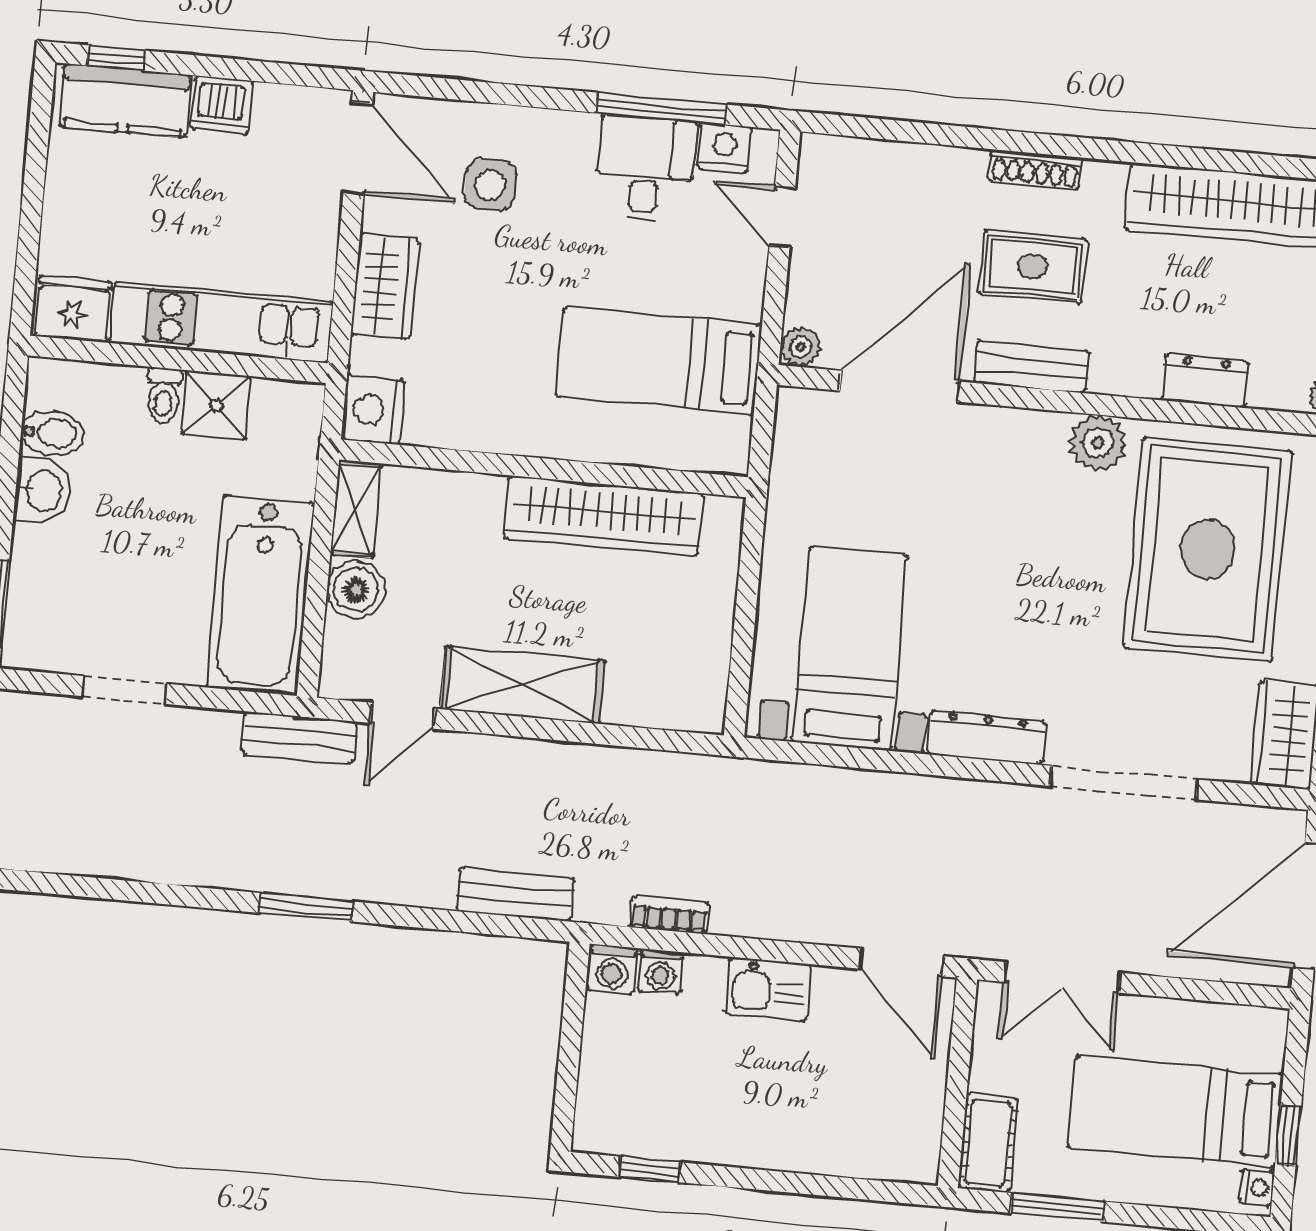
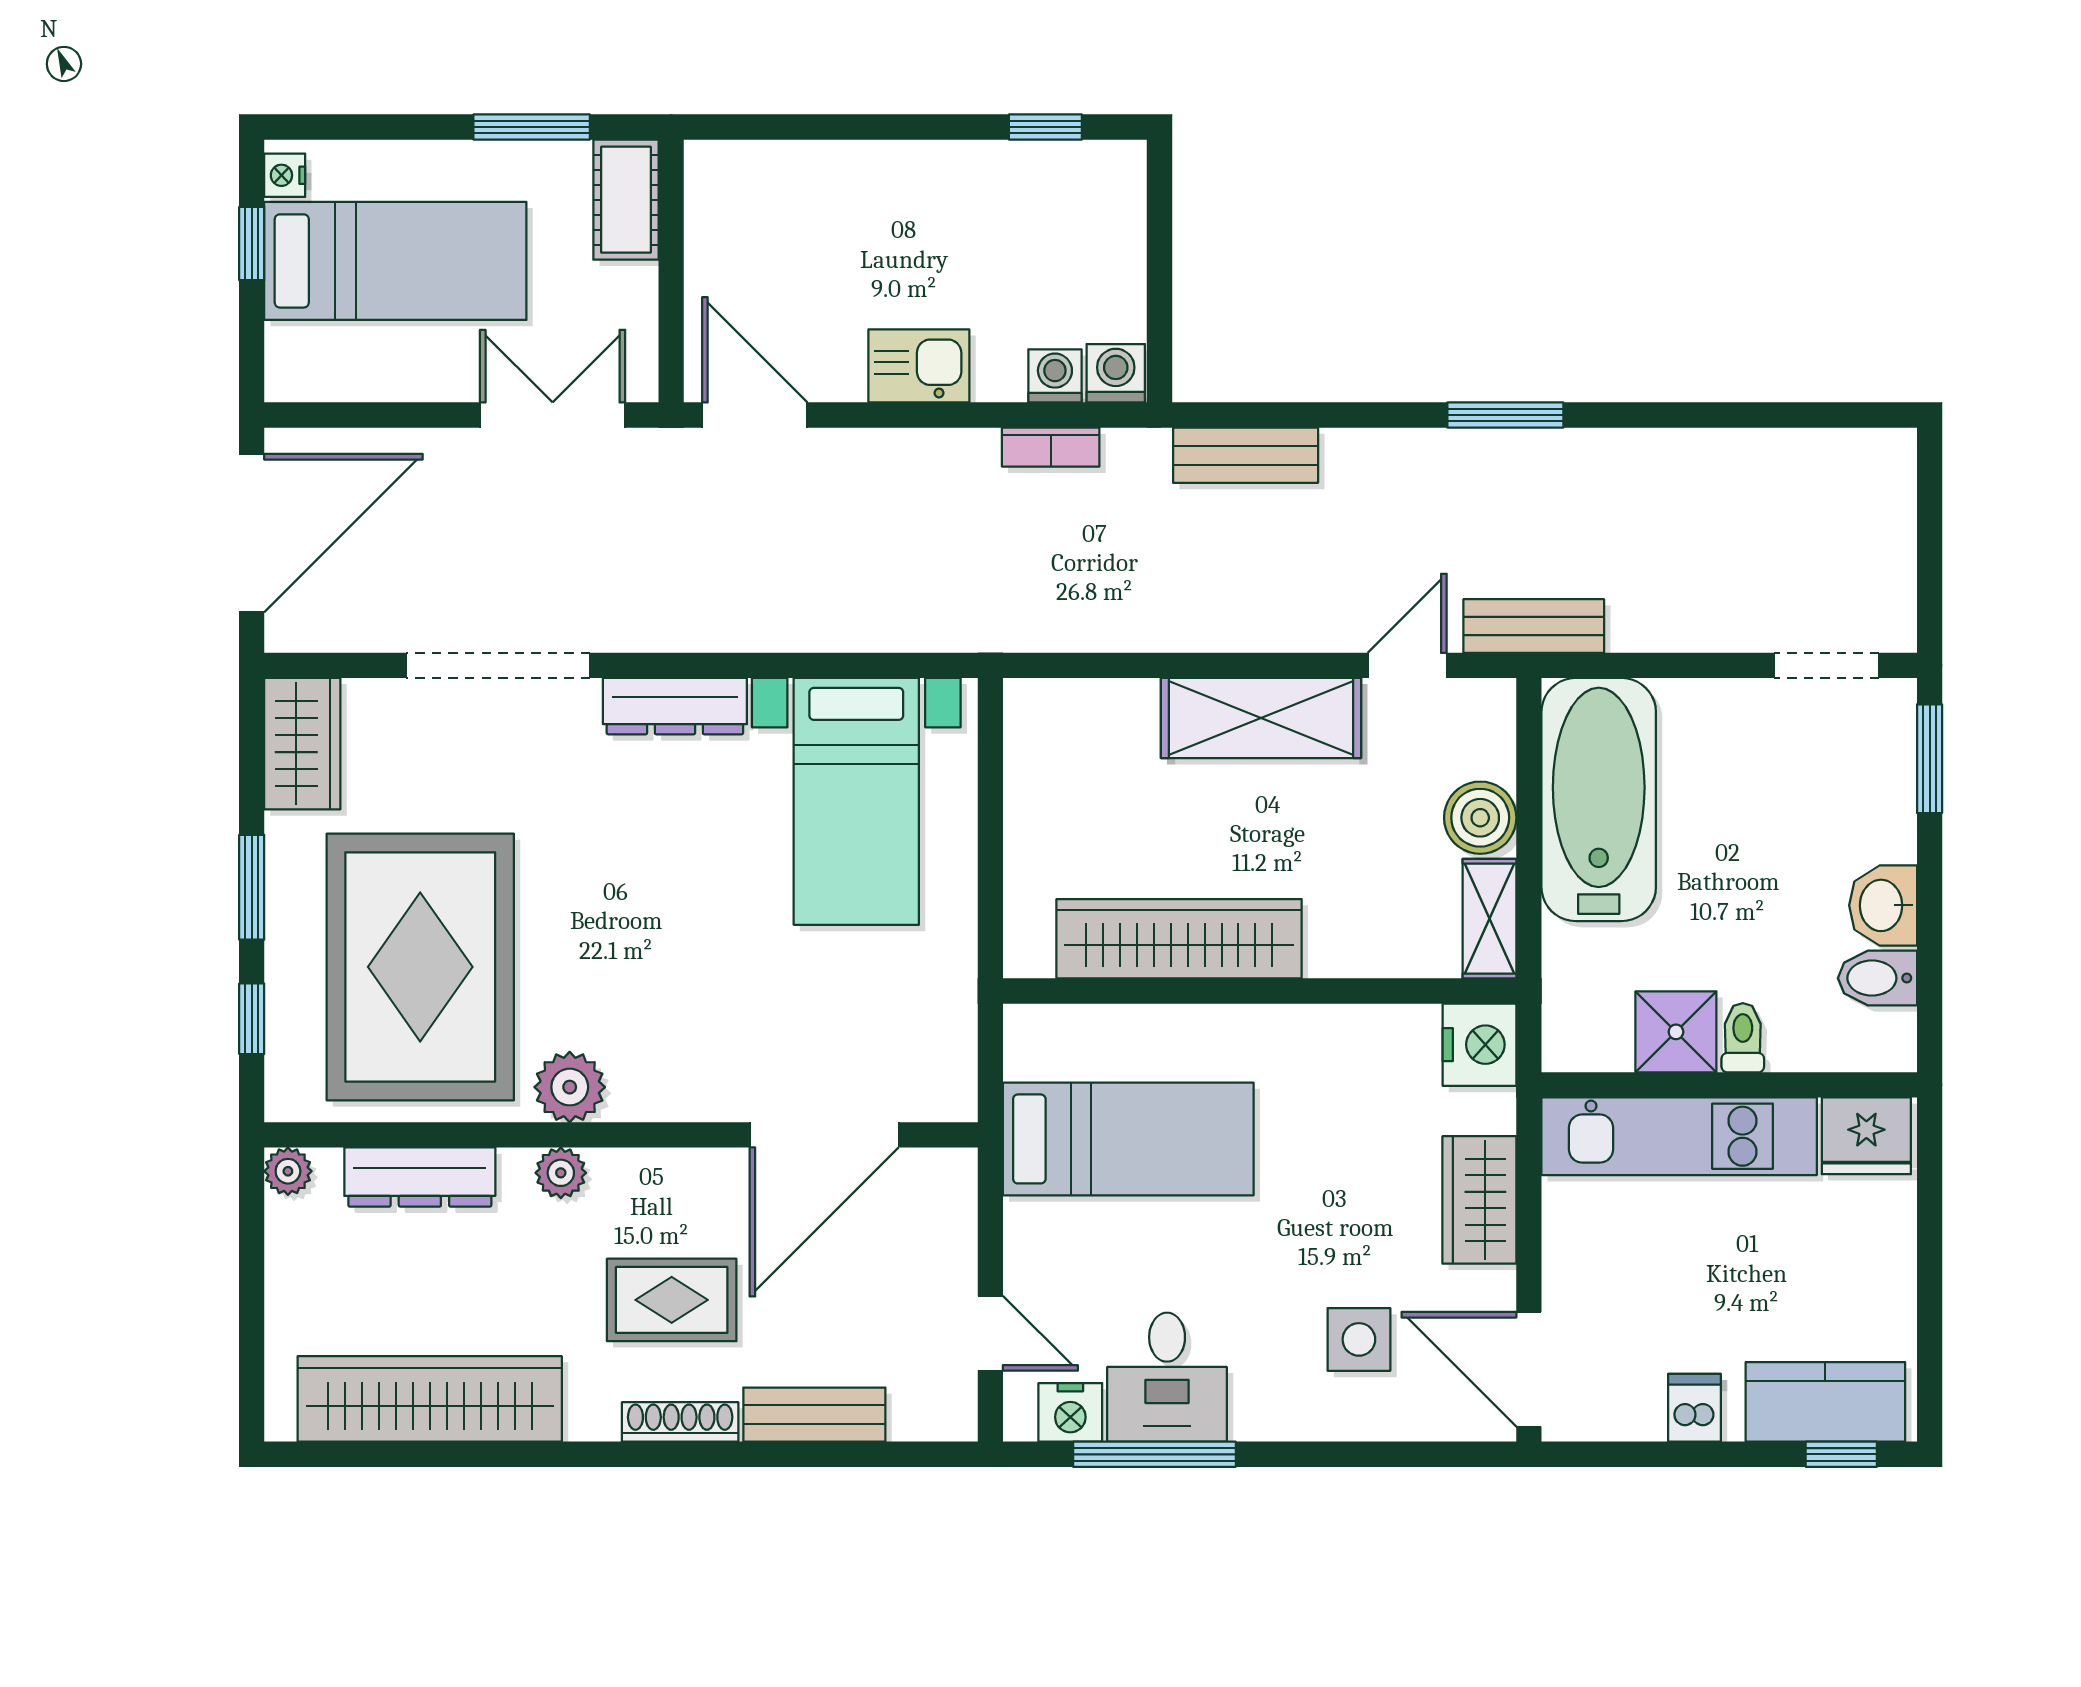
dishwasher: (221, 105) -> (1694, 1408), width x0.73
plant: (800, 347) -> (561, 1173), moved
bench: (1031, 367) -> (814, 1415), moved
dresser: (1205, 381) -> (420, 1177), width x1.44
doorway: (125, 690) -> (1827, 665), moved

